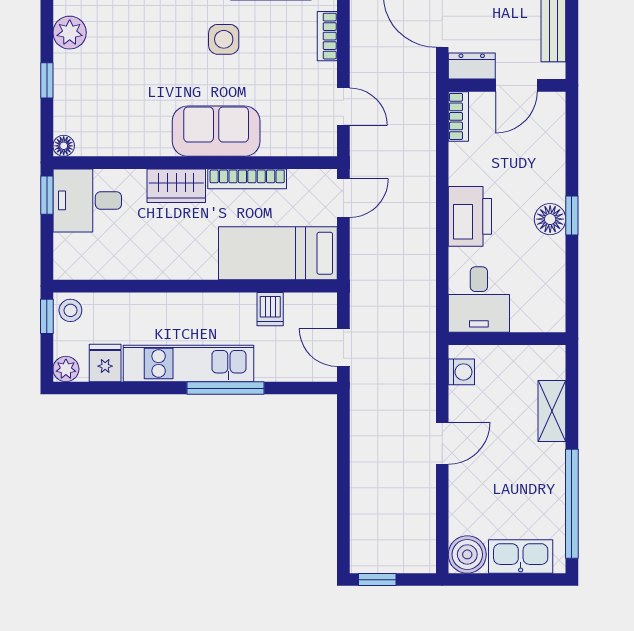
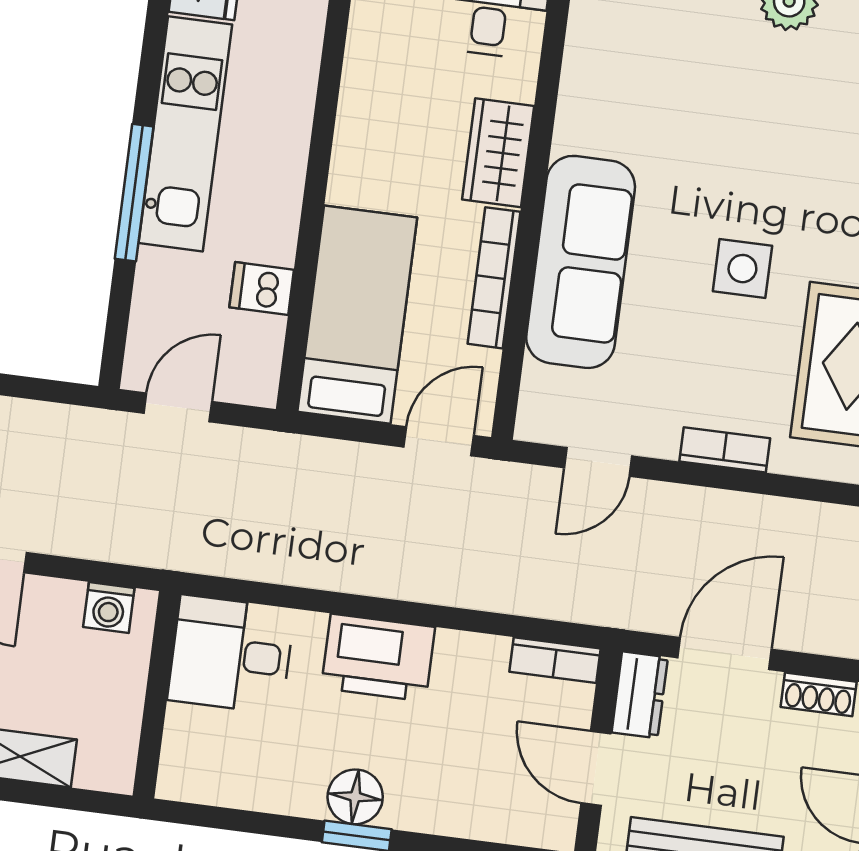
sofa: (216, 131) -> (581, 262), width x1.36
door: (343, 198) -> (439, 441), swing flipped

